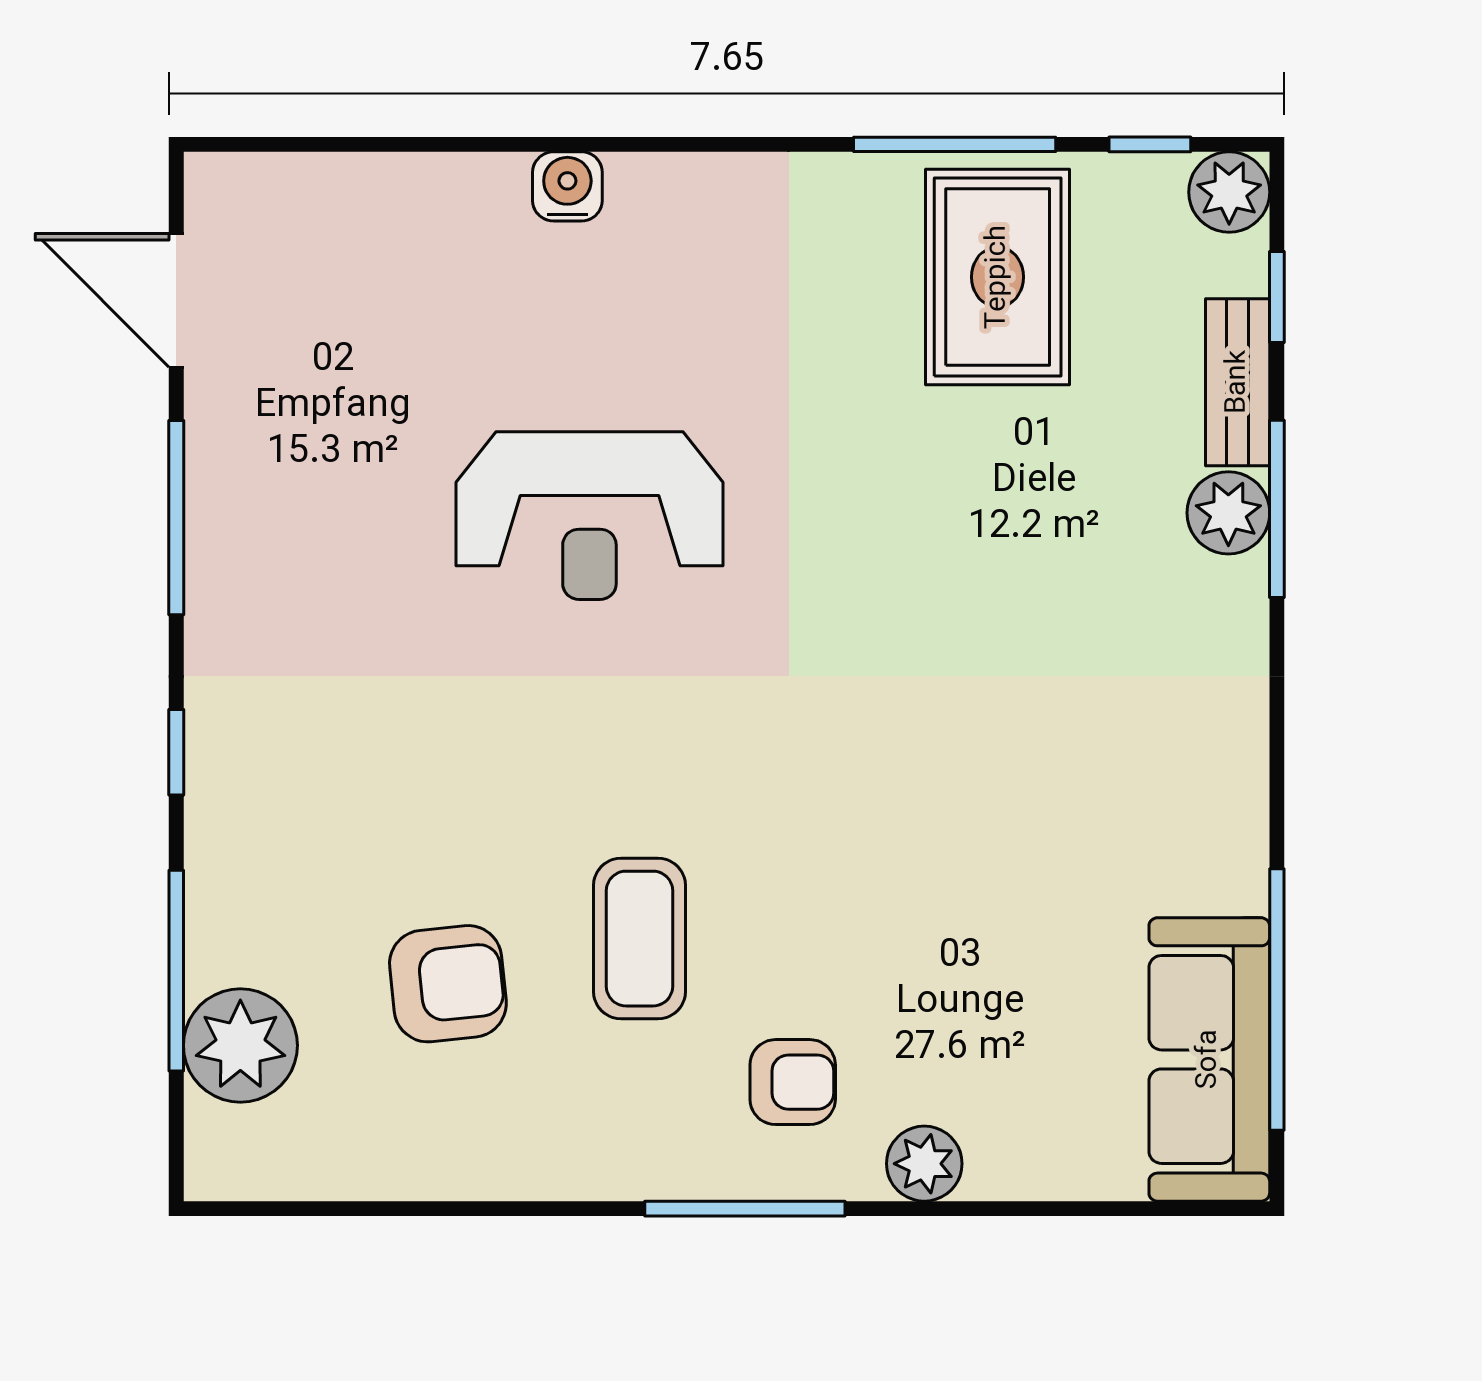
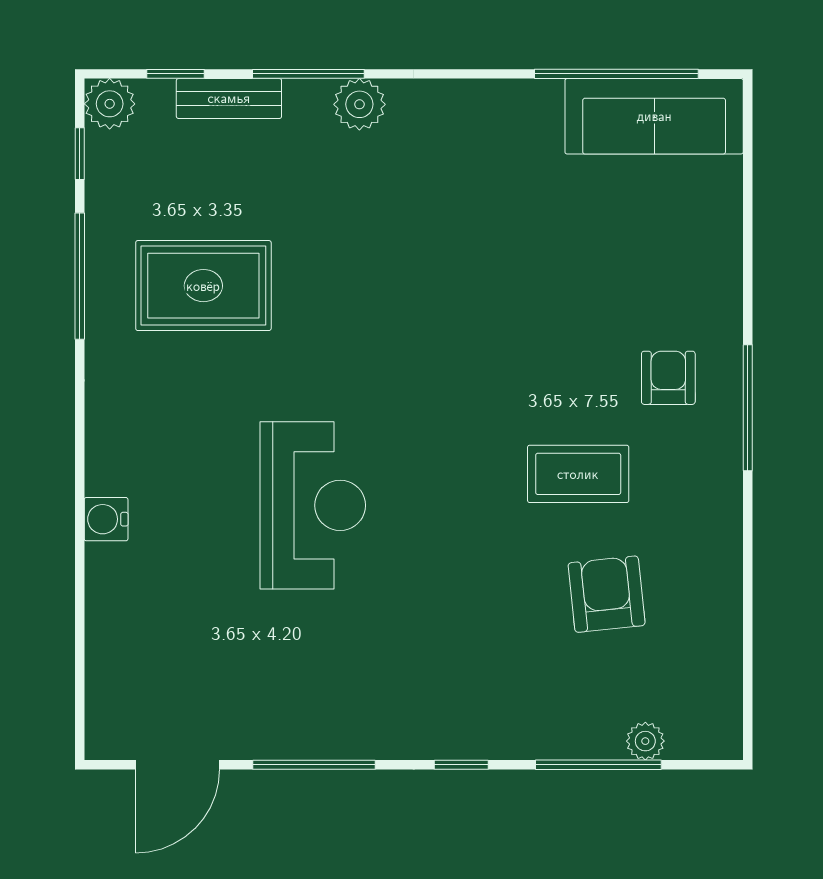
rug: (998, 277) -> (203, 286), moved
plant: (1228, 513) -> (359, 104), moved
plant: (240, 1045) -> (645, 741), width x0.53, depth x0.53
plant: (924, 1164) -> (719, 295), removed

